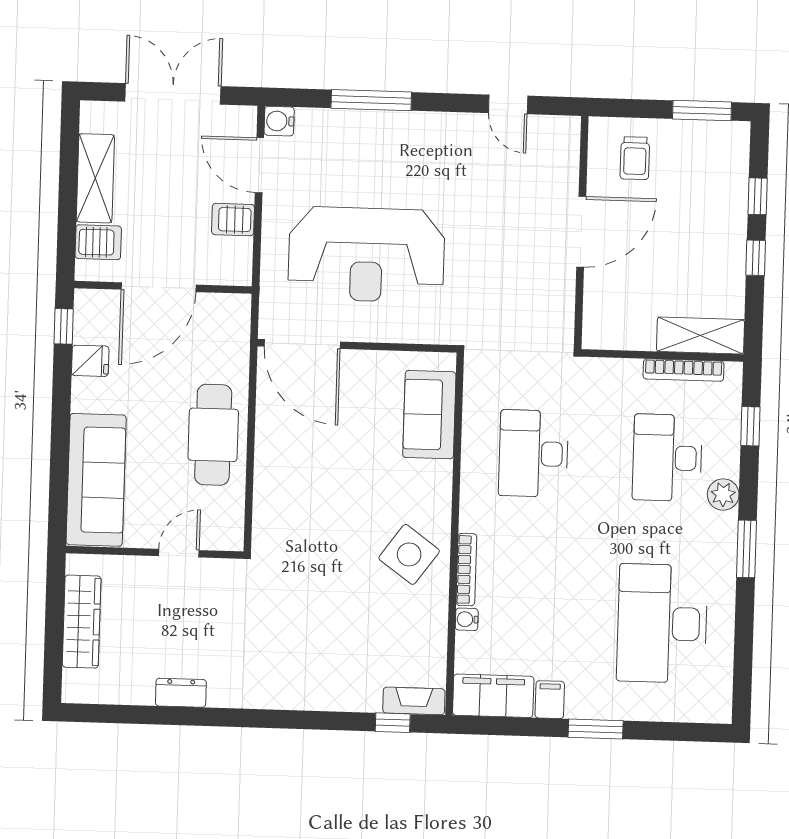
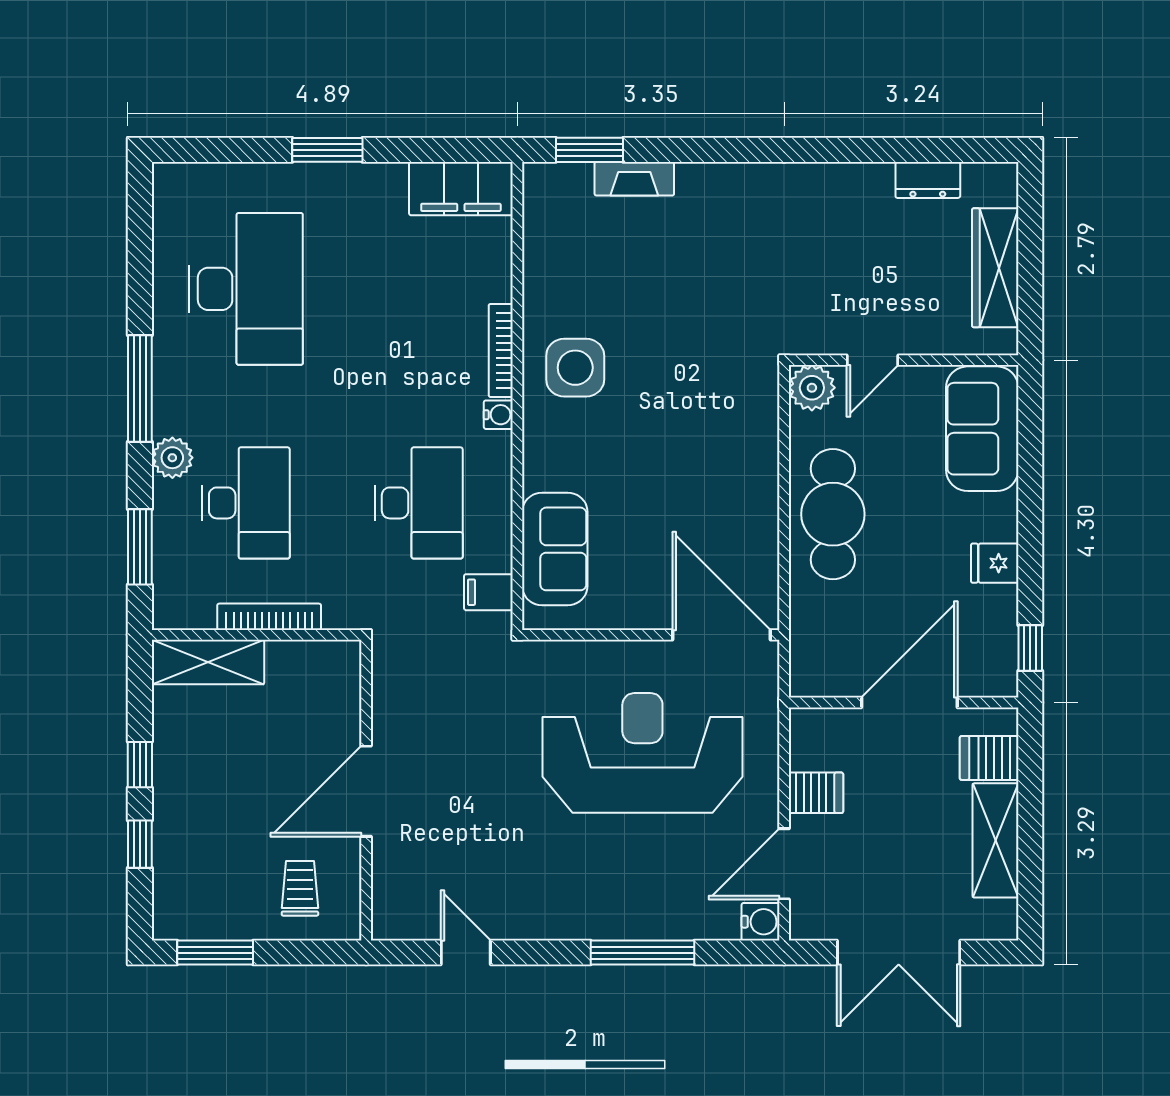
door: (259, 165) -> (784, 864), swing flipped
fridge: (90, 361) -> (995, 563), moved
bookcase: (684, 370) -> (269, 617), moved
window: (750, 426) -> (140, 547), width x1.50
sofa: (96, 480) -> (982, 429), width x0.73
plant: (226, 533) -> (812, 388), added
window: (747, 549) -> (140, 388), width x1.44
side table: (409, 554) -> (575, 368), turned -36
water cooler: (467, 619) -> (498, 415), moved
dresser: (181, 693) -> (928, 180), moved
filing cabinet: (550, 700) -> (488, 592), moved, turned 90
fireplace: (414, 701) -> (634, 179), moved
window: (393, 723) -> (590, 150), width x1.50

